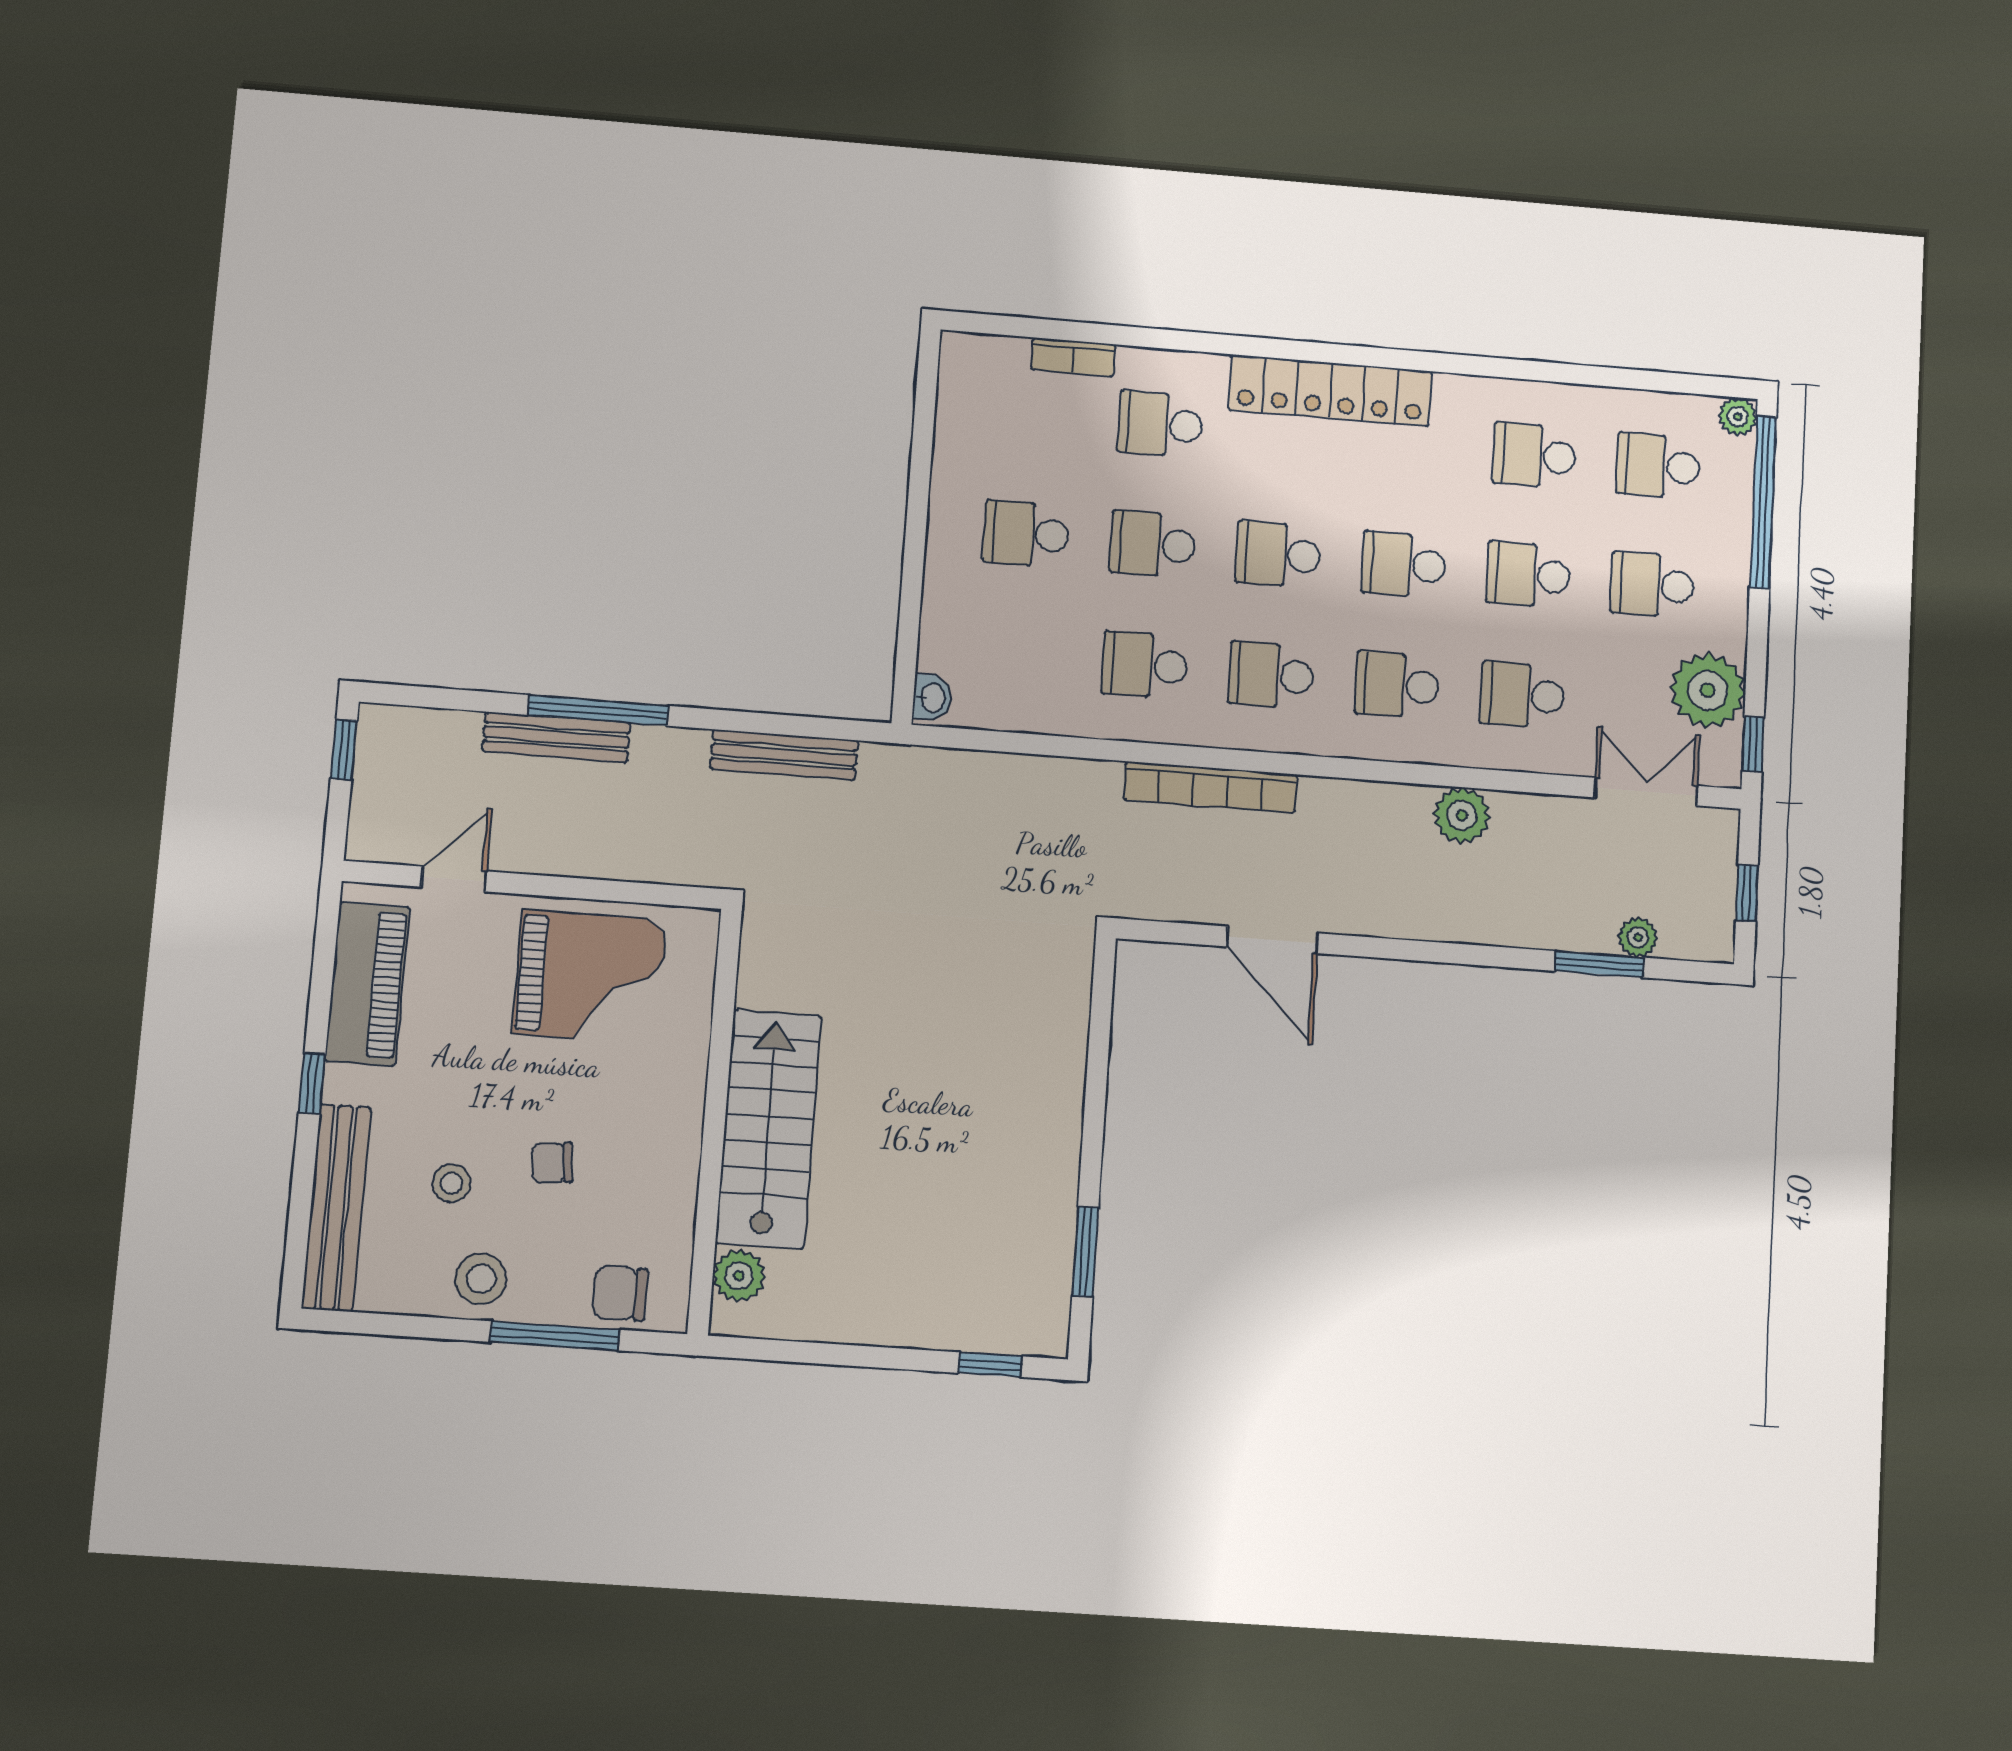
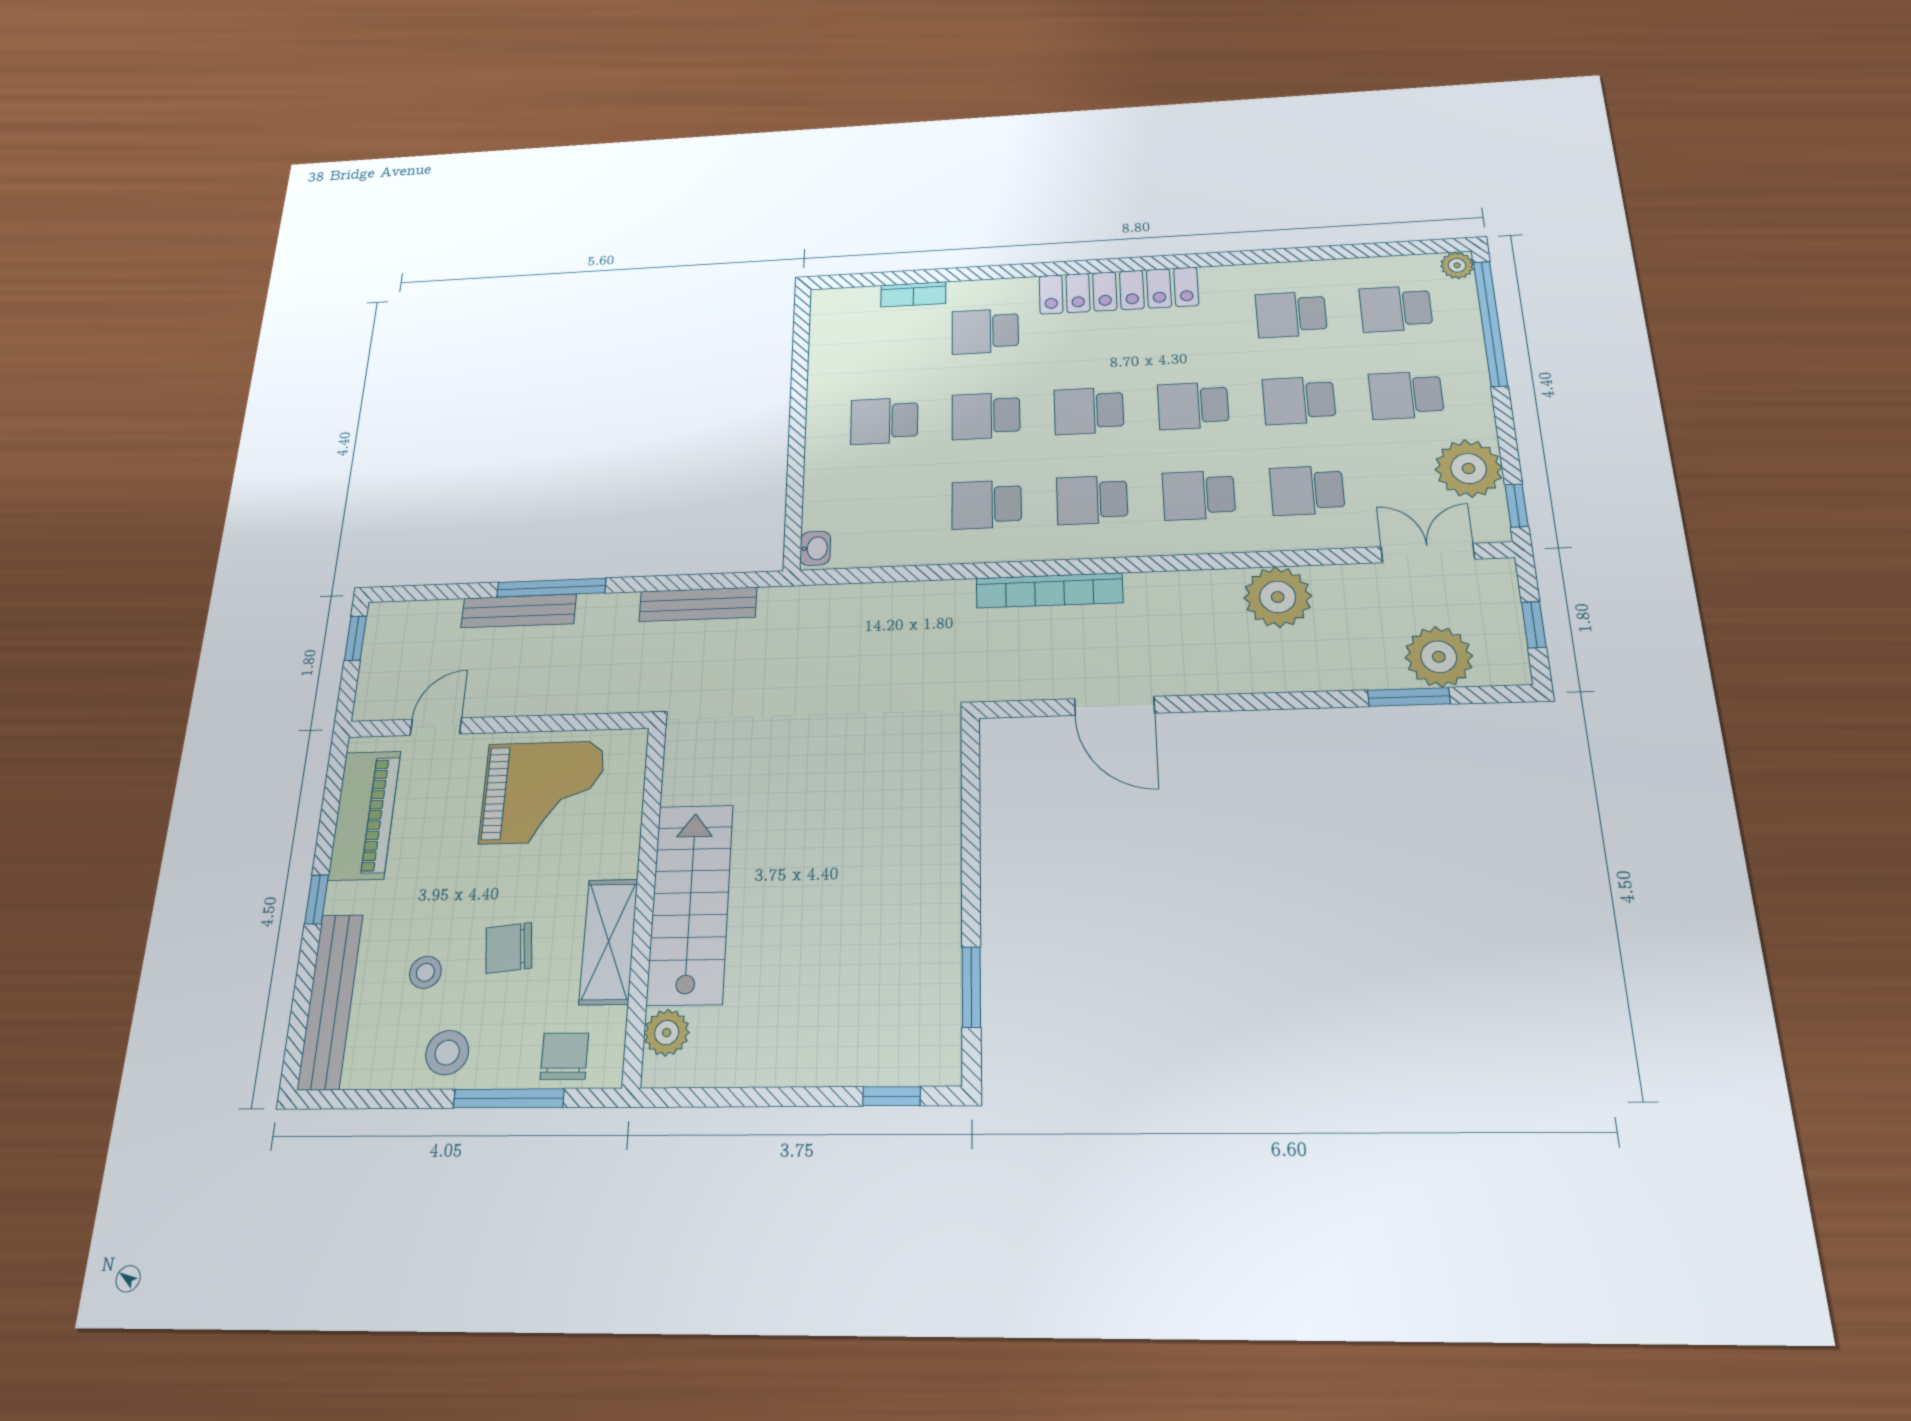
plant: (1462, 815) -> (1278, 597), width x1.36, depth x1.36
plant: (1638, 937) -> (1439, 657), width x1.88, depth x1.88
chair: (552, 1163) -> (509, 948), width x1.37, depth x1.37
shelving: (671, 1165) -> (609, 941), added
chair: (620, 1293) -> (564, 1056), turned 90

